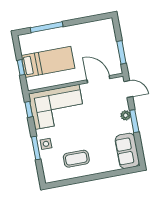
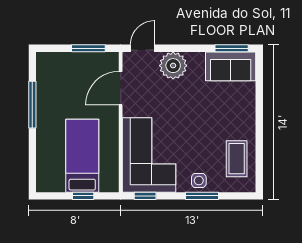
window: (47, 27) -> (32, 105), moved
plant: (126, 115) -> (173, 66), width x1.88, depth x1.88
window: (134, 121) -> (232, 48), moved
coffee table: (76, 159) -> (237, 159), moved

